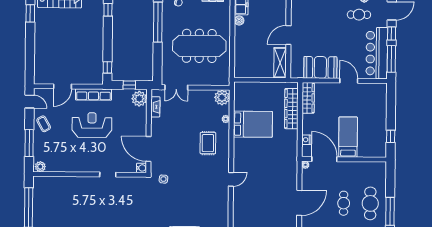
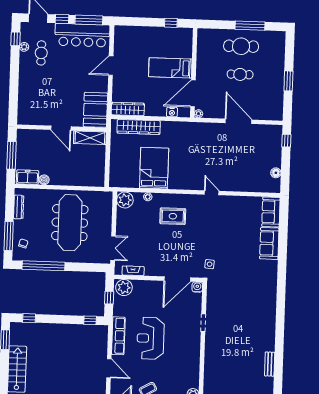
booth: (320, 67) -> (95, 110), moved

